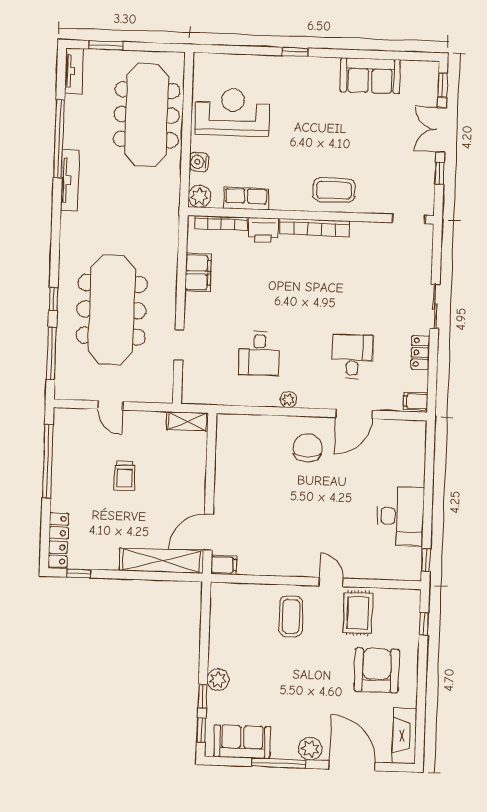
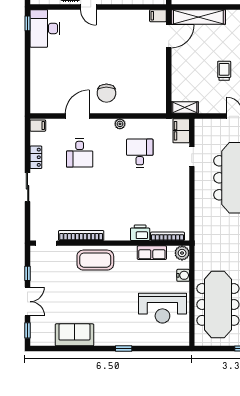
coffee table: (334, 190) -> (95, 260), width x1.36, depth x1.32
bookcase: (314, 228) -> (81, 235), moved
filing cabinet: (198, 272) -> (181, 131), moved
desk: (400, 516) -> (45, 28), moved

